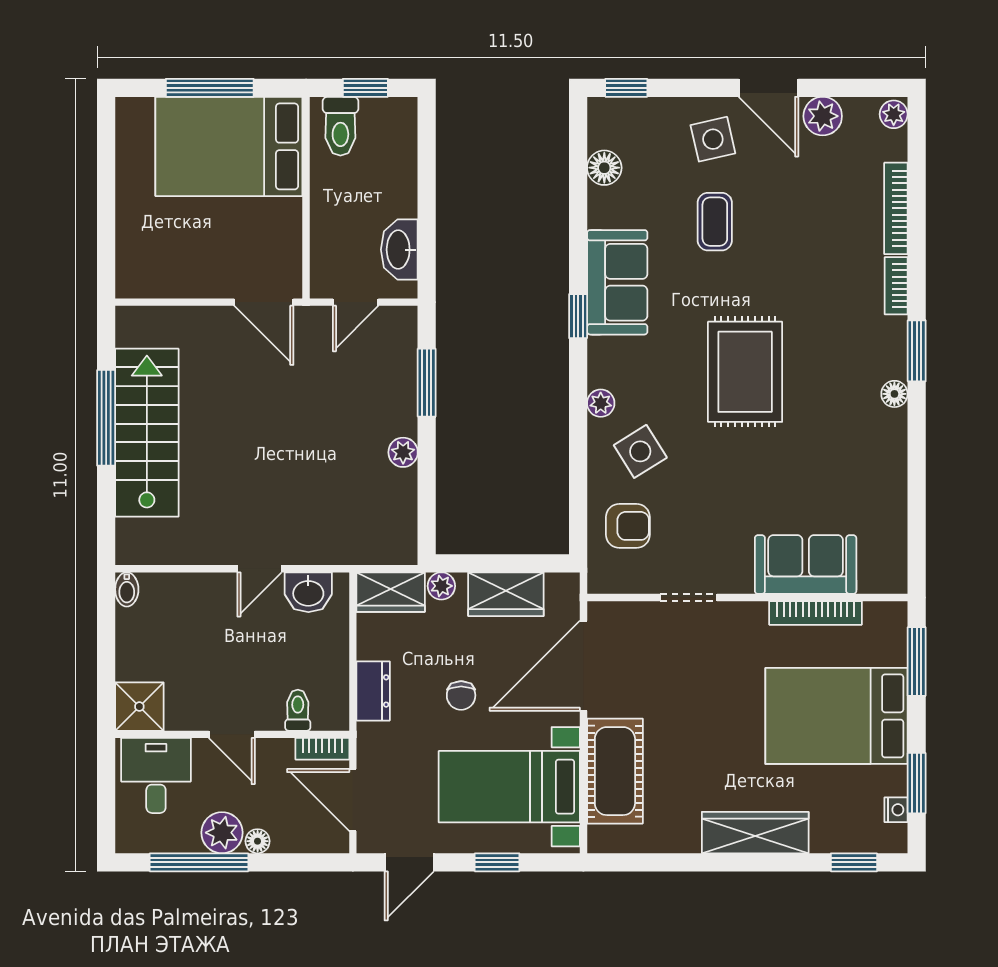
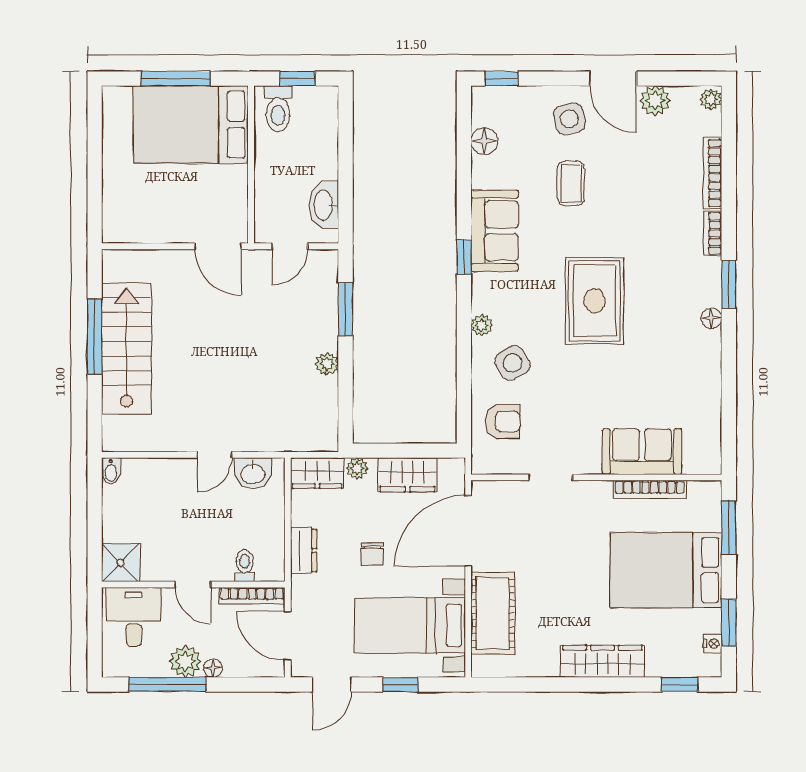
bookcase: (322, 749) -> (252, 596), width x1.56

